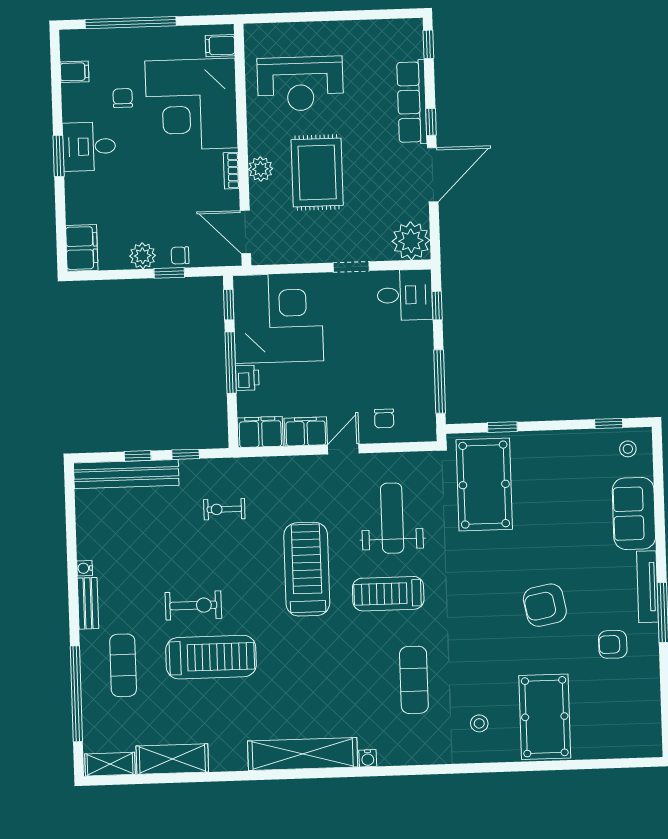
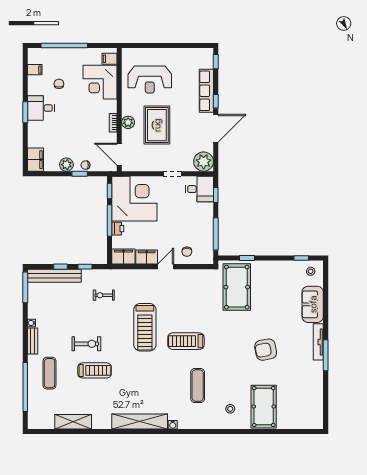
corner desk: (191, 104) -> (100, 82), width x0.74, depth x0.74
window: (70, 499) -> (25, 287), added
weight bench: (392, 518) -> (189, 303), removed
treadmill: (307, 569) -> (145, 327), turned 180
armchair: (613, 644) -> (300, 371), removed
treadmill: (211, 657) -> (95, 370), width x0.73, depth x0.73
shelving: (110, 764) -> (41, 423), removed

